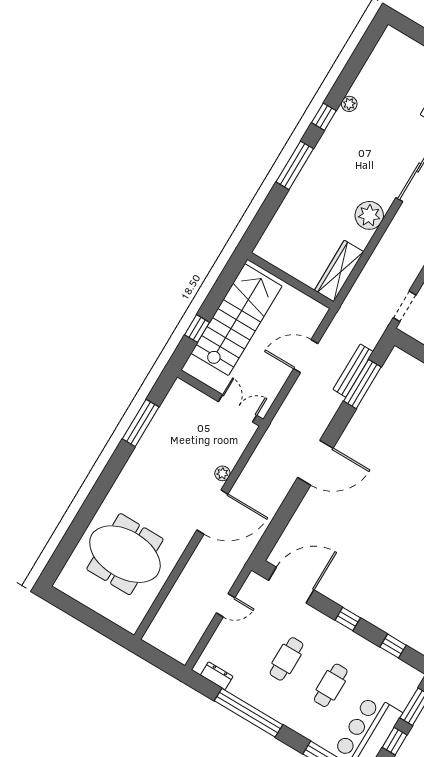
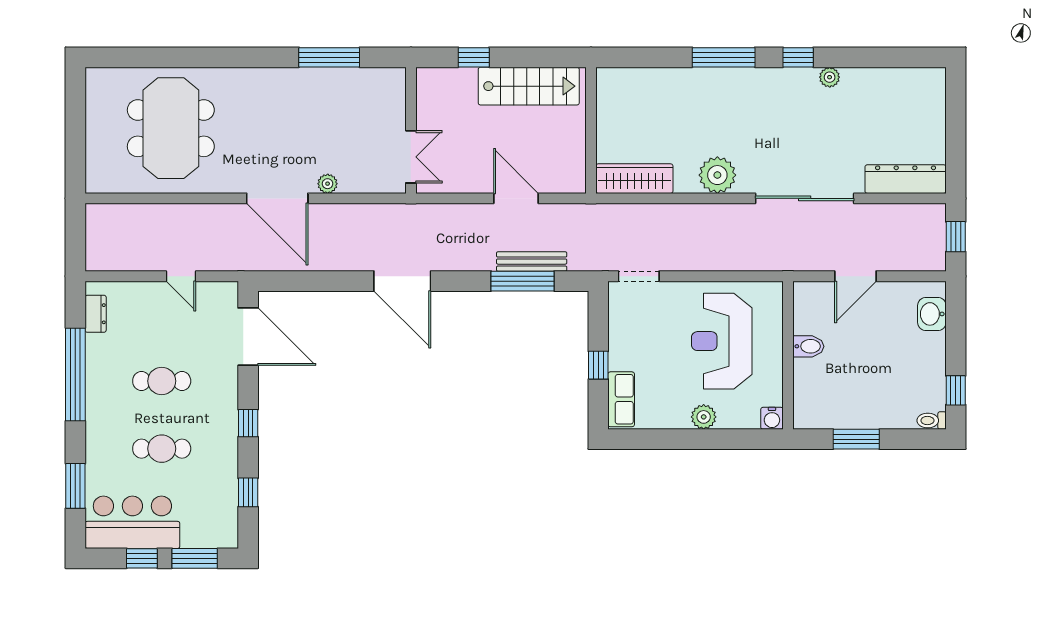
stairs: (236, 320) -> (529, 86), width x0.73, depth x0.66

